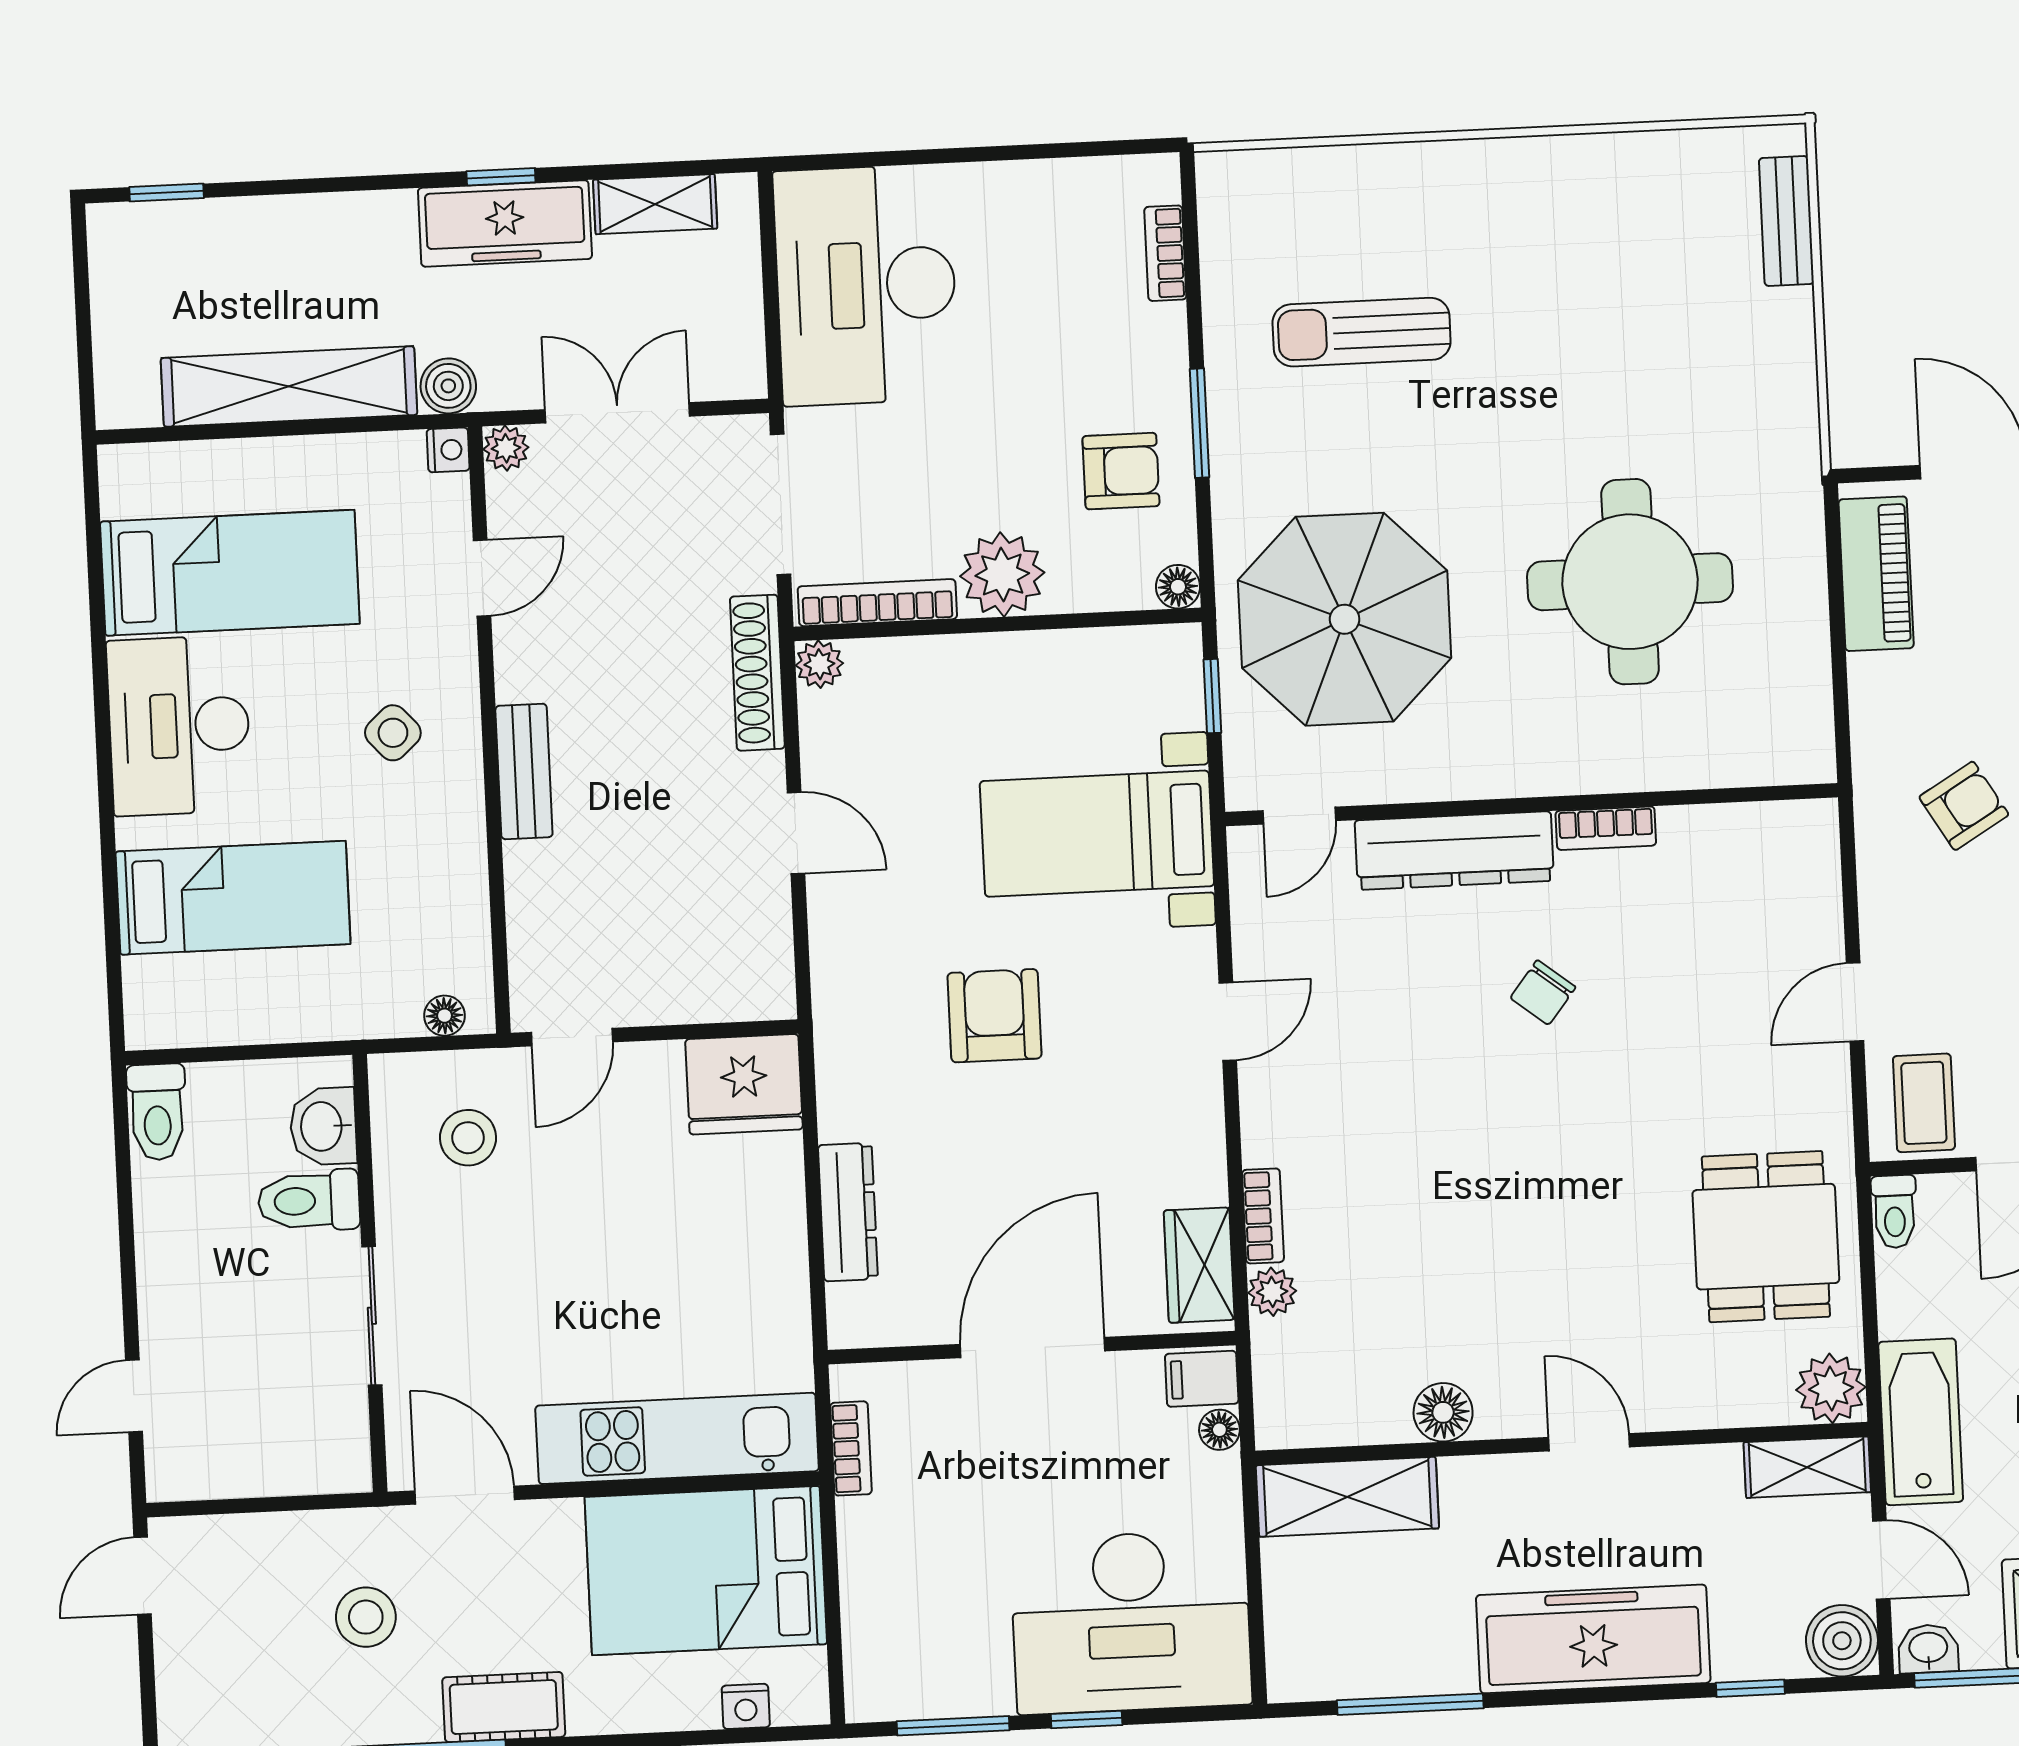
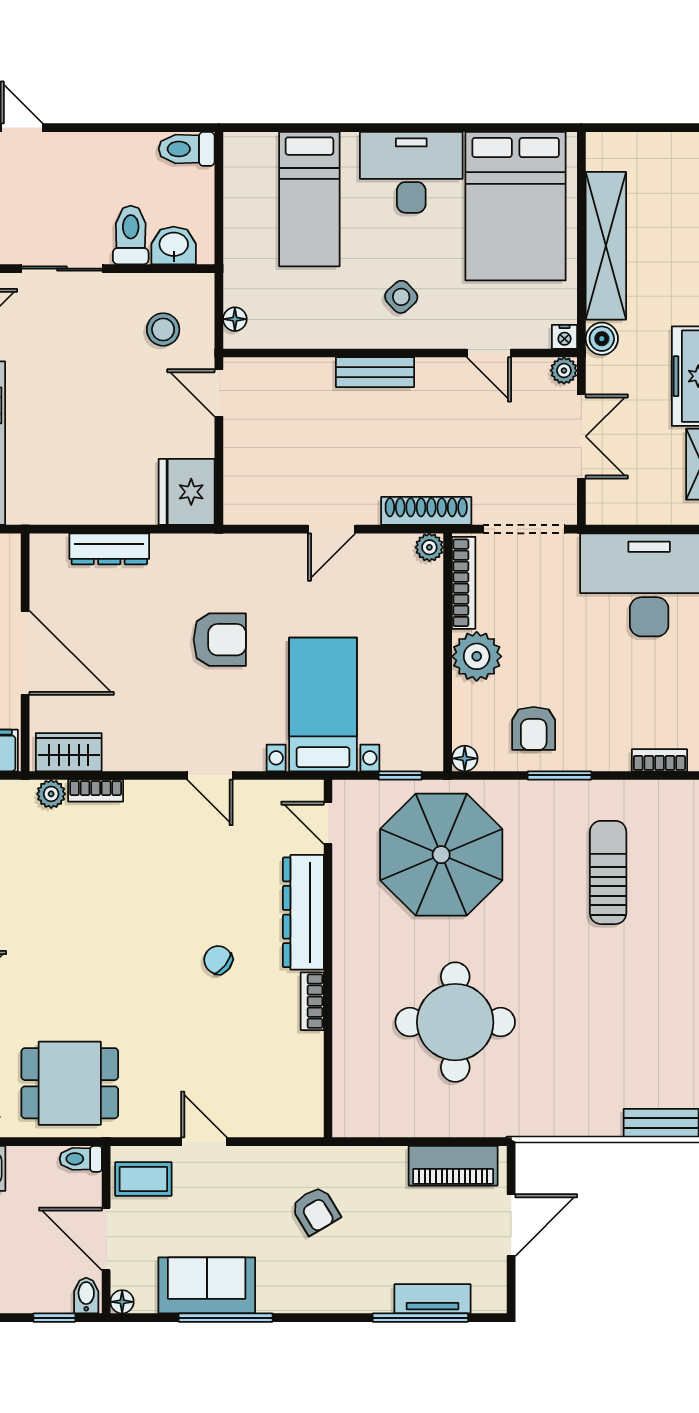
bed: (230, 573) -> (516, 206), width x1.50

